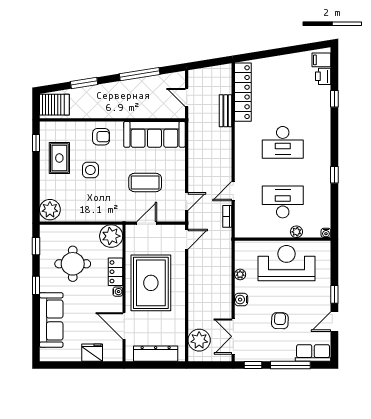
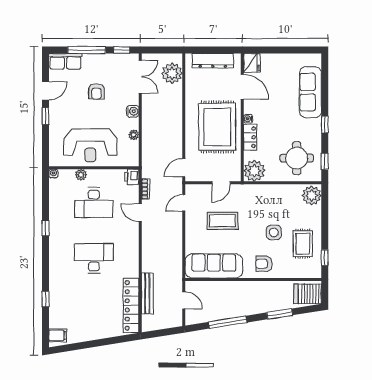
printer: (323, 76) -> (132, 177), moved, turned 180
bench: (226, 111) -> (147, 293), width x1.36
door: (233, 191) -> (140, 213), swing flipped
round table: (73, 264) -> (297, 158), moved
fridge: (92, 353) -> (252, 63), moved, turned -90

